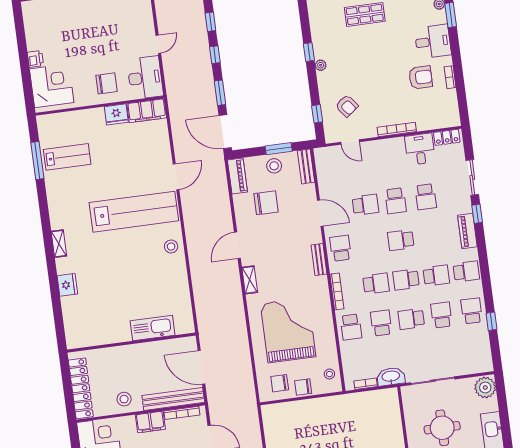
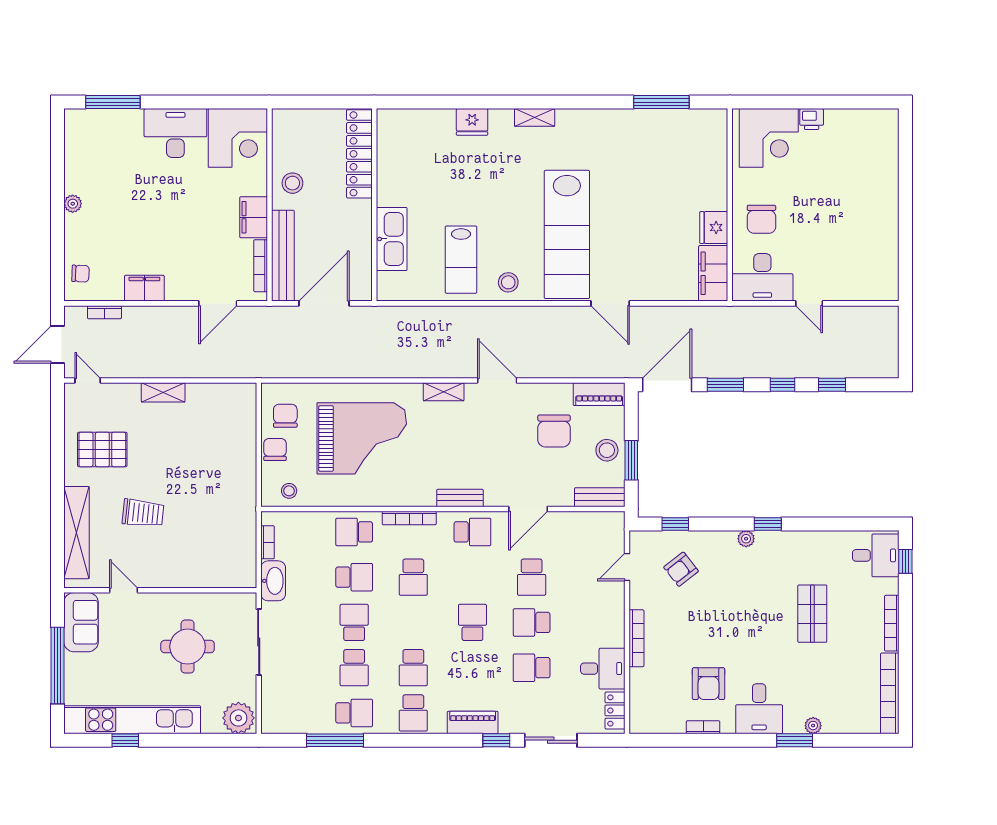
lab bench: (67, 157) -> (461, 260), moved
school desk: (406, 280) -> (413, 622), removed
school desk: (441, 315) -> (354, 668), turned 90
window: (491, 321) -> (335, 740), width x2.17
locker: (81, 388) -> (359, 154), moved, turned 90

